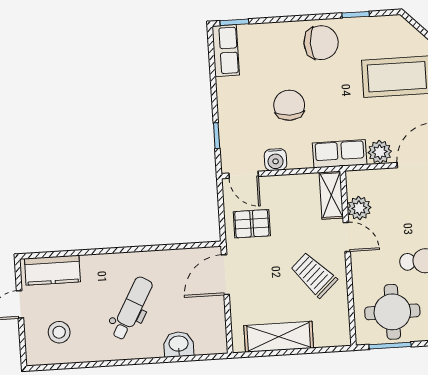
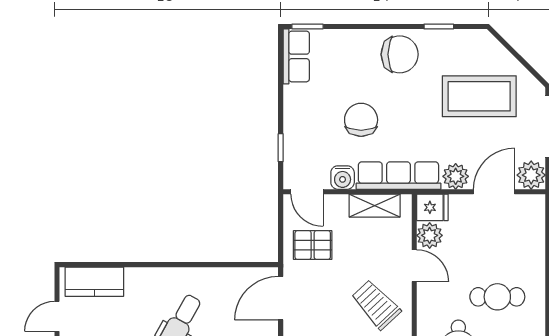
row of seats: (340, 154) -> (398, 176), width x1.48
fridge: (360, 182) -> (432, 207), added
shelving: (331, 195) -> (375, 206), moved, turned 90

